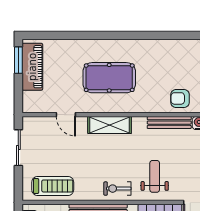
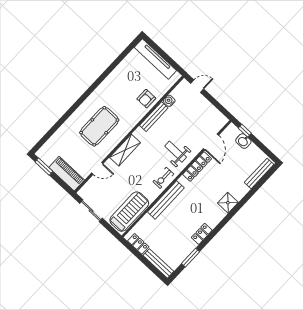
piano: (32, 67) -> (67, 174), moved
treadmill: (53, 186) -> (129, 212), width x1.37, depth x1.38

